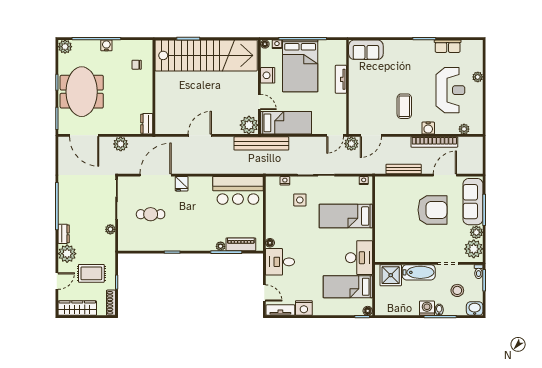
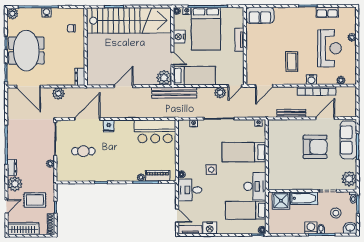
plant: (351, 144) -> (220, 93), moved
side table: (300, 200) -> (211, 170), moved
plant: (476, 232) -> (351, 165), removed

